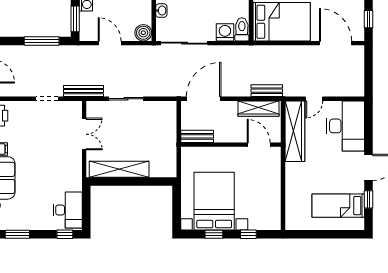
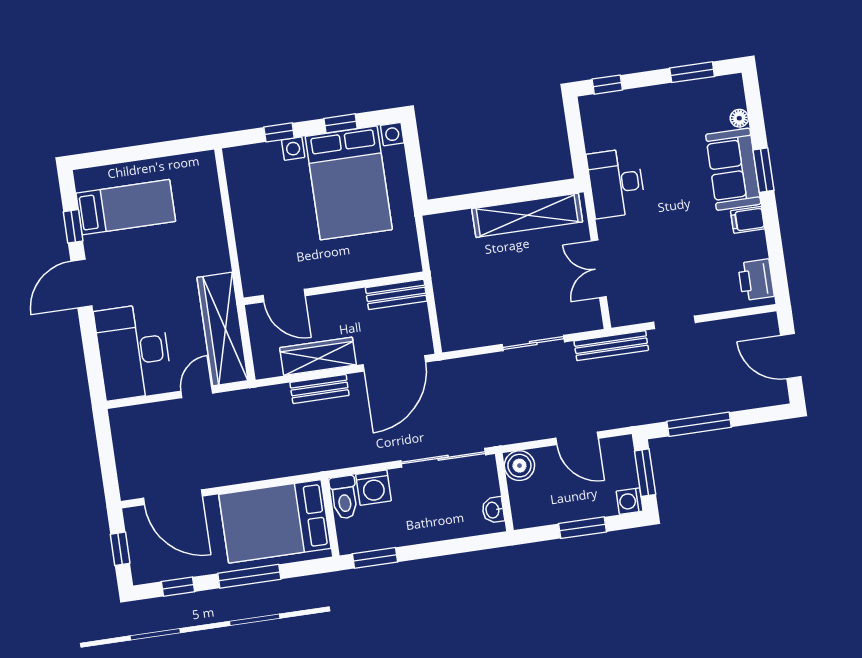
bench: (267, 91) -> (319, 389), moved
wardrobe: (258, 109) -> (318, 356), moved
desk: (68, 210) -> (616, 183), moved

